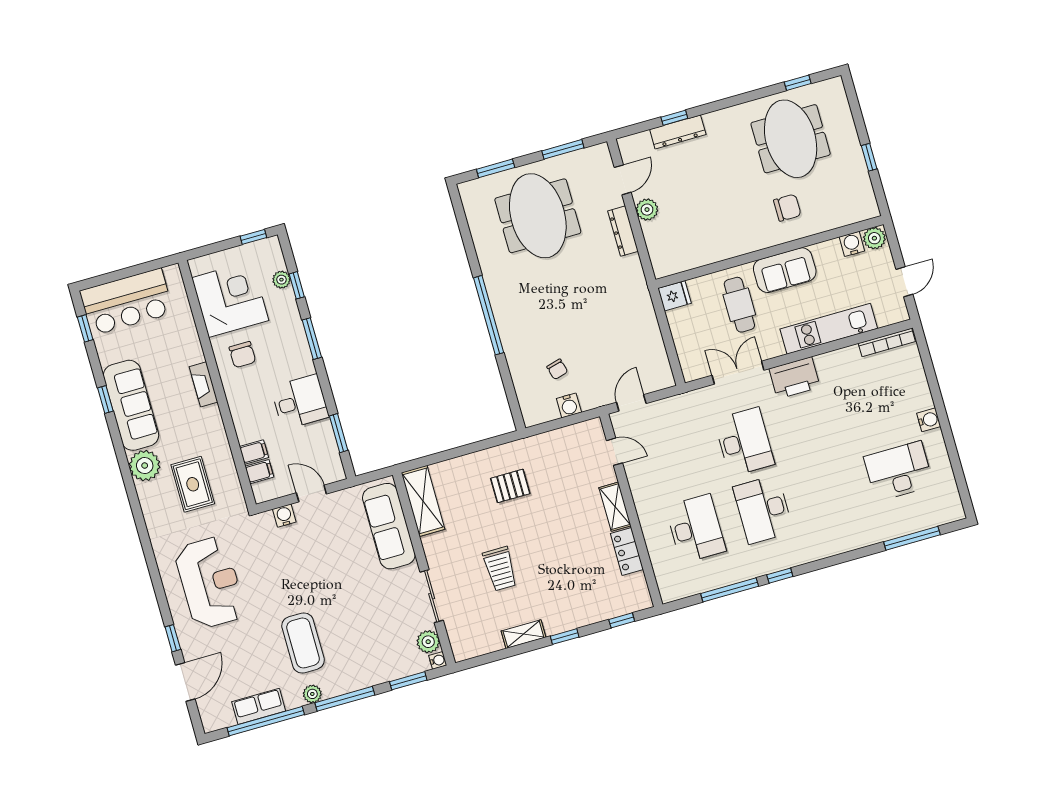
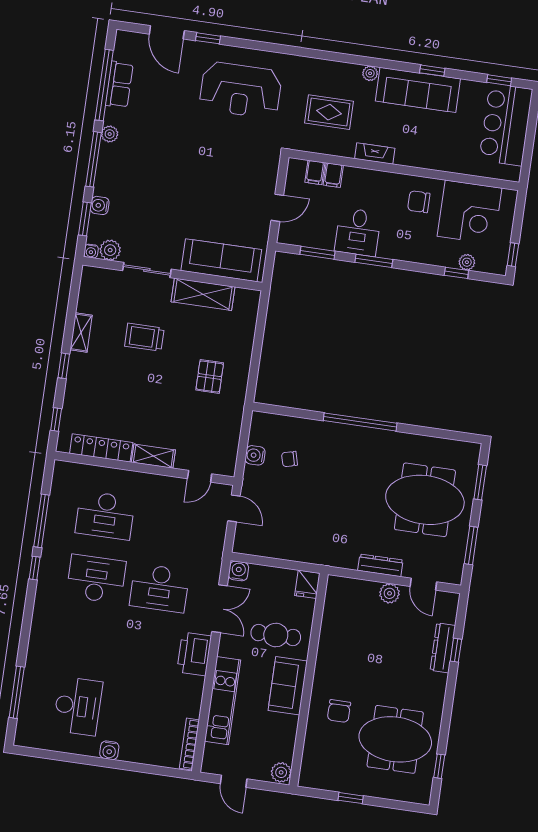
water cooler: (852, 244) -> (239, 571), moved, turned -90
window: (312, 339) -> (374, 261), moved
fireplace: (204, 384) -> (375, 153), moved
plant: (145, 466) -> (370, 73), width x0.53, depth x0.53
shelving: (423, 501) -> (203, 294), moved
water cooler: (284, 516) -> (100, 205), moved, turned 180
locker: (627, 552) -> (101, 448), width x1.53
coffee table: (303, 643) -> (156, 145), removed

